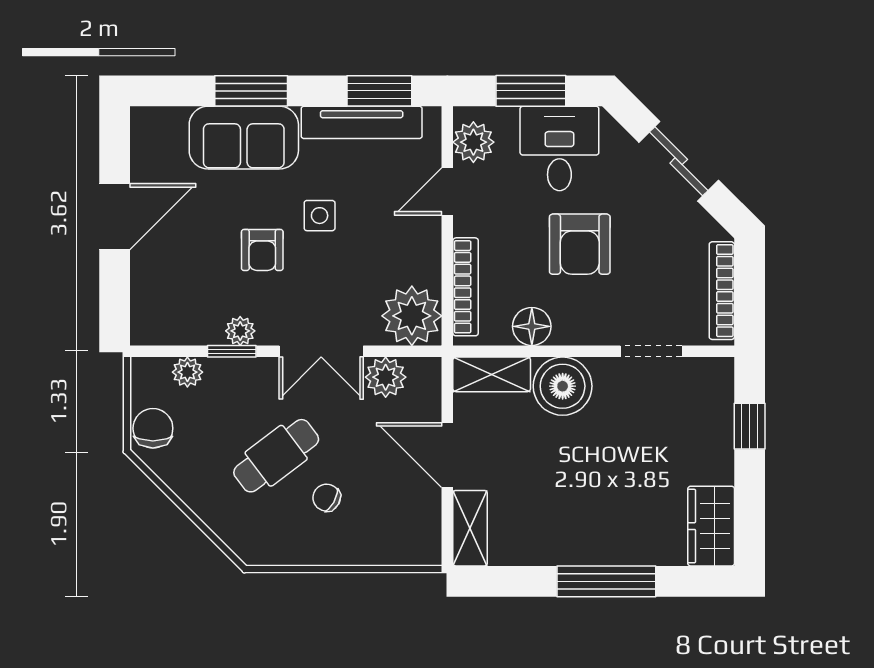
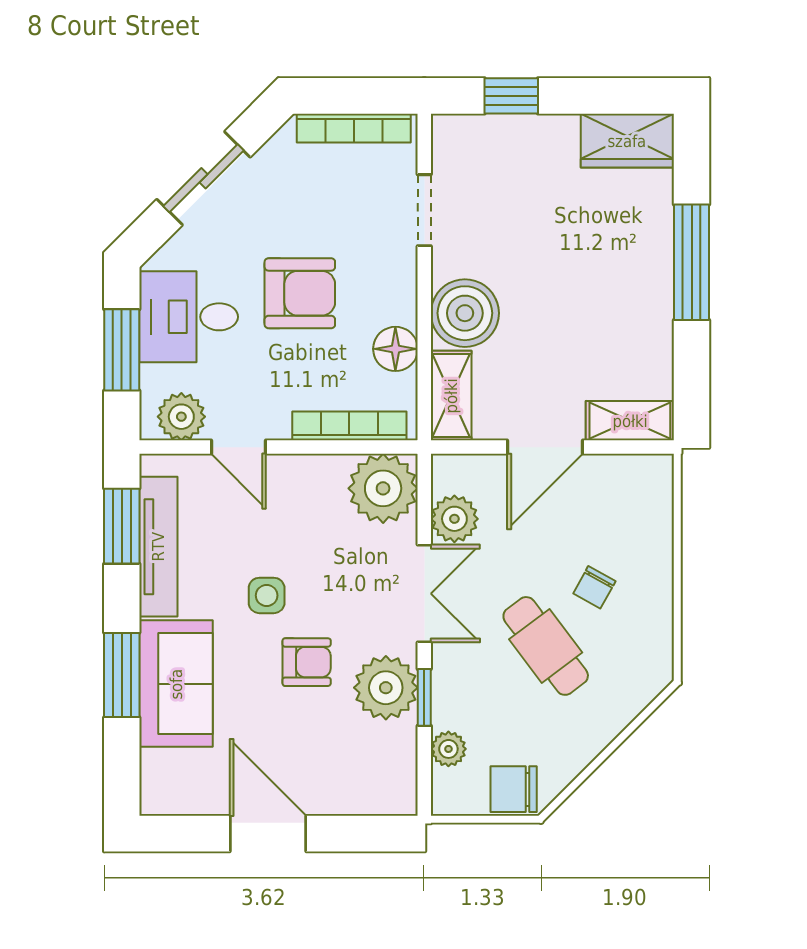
plant: (240, 331) -> (386, 688), width x1.88, depth x1.88

